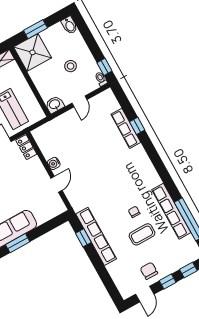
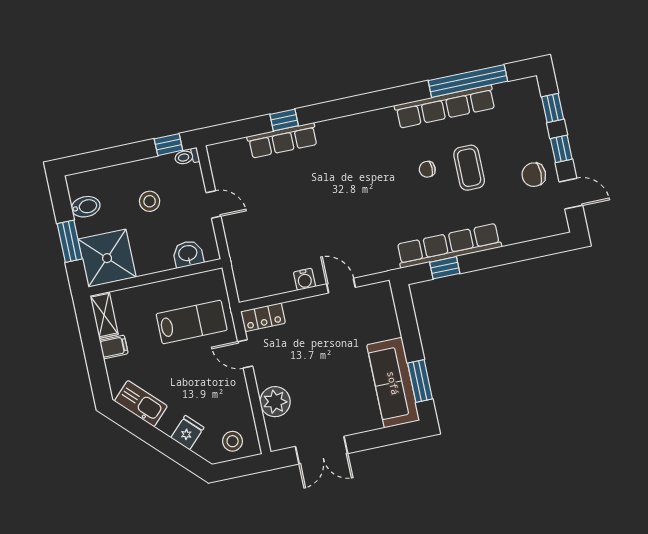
bidet: (69, 25) -> (86, 207), moved
washbasin: (55, 105) -> (188, 254), moved, turned 90

